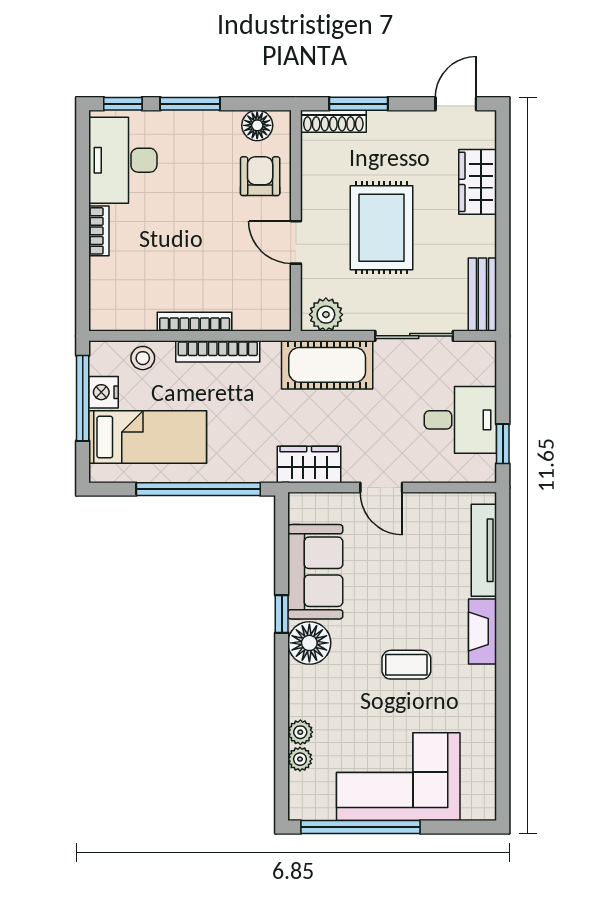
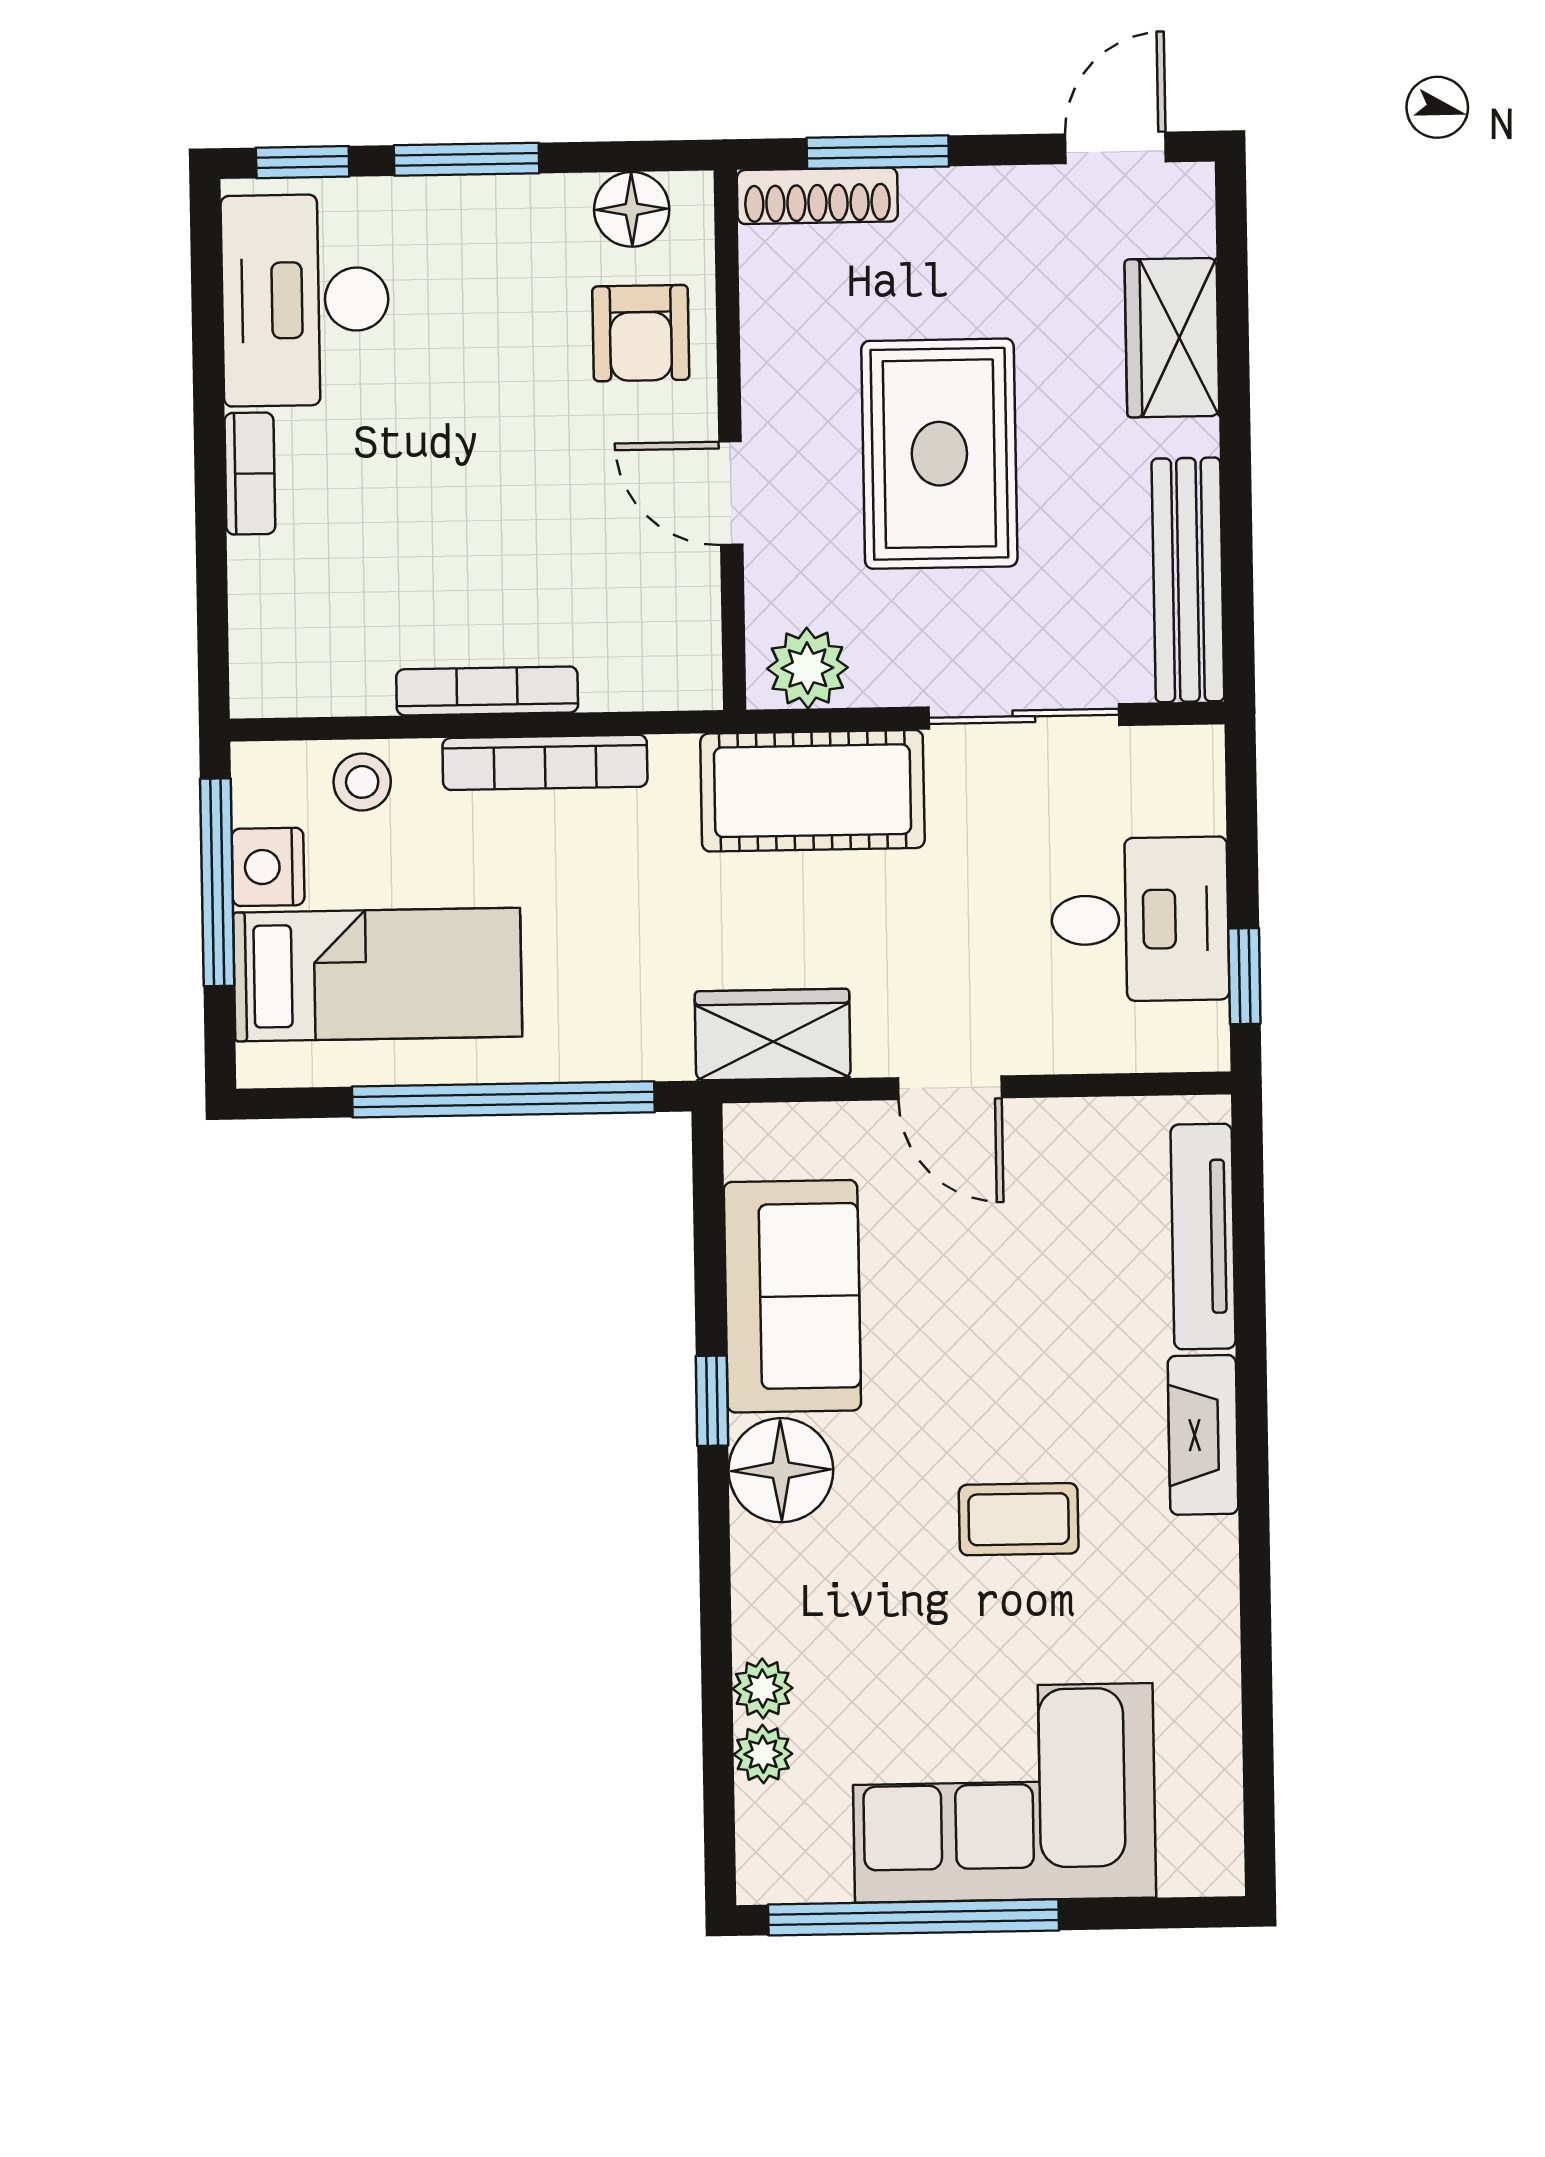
armchair: (260, 176) -> (641, 333), turned 180
bench: (482, 295) -> (1188, 580), width x1.36

